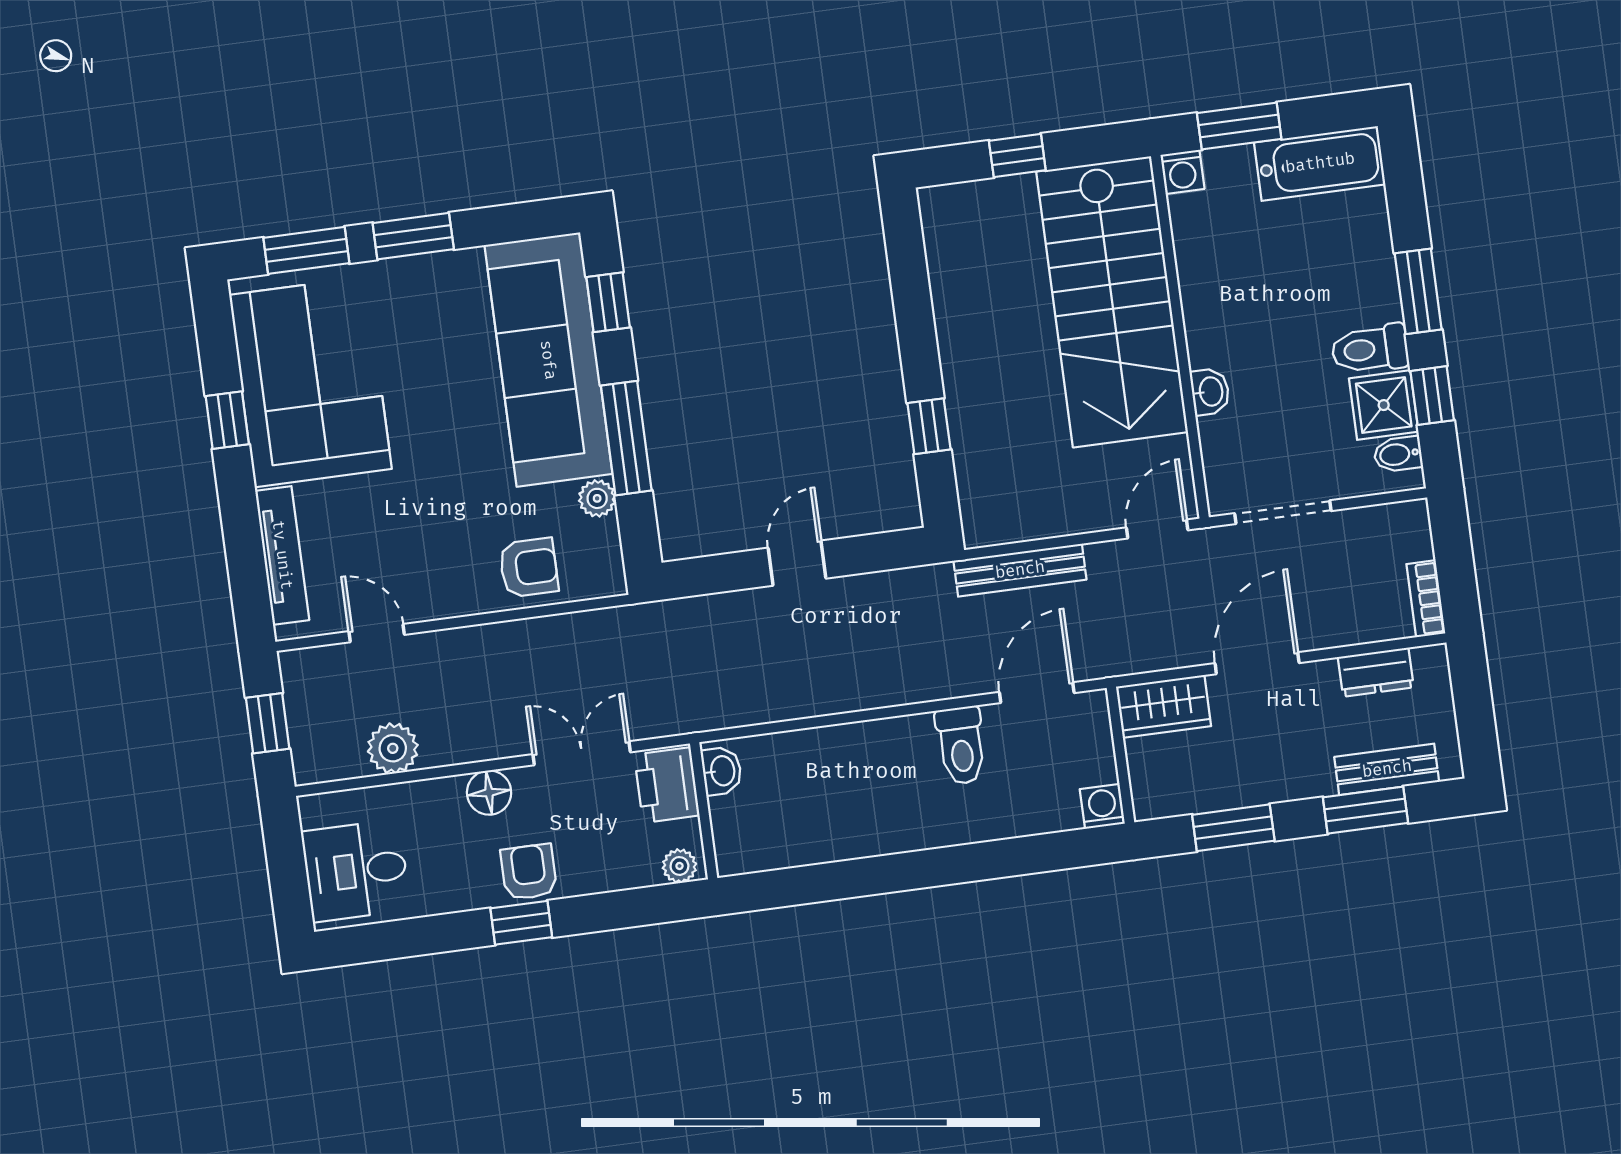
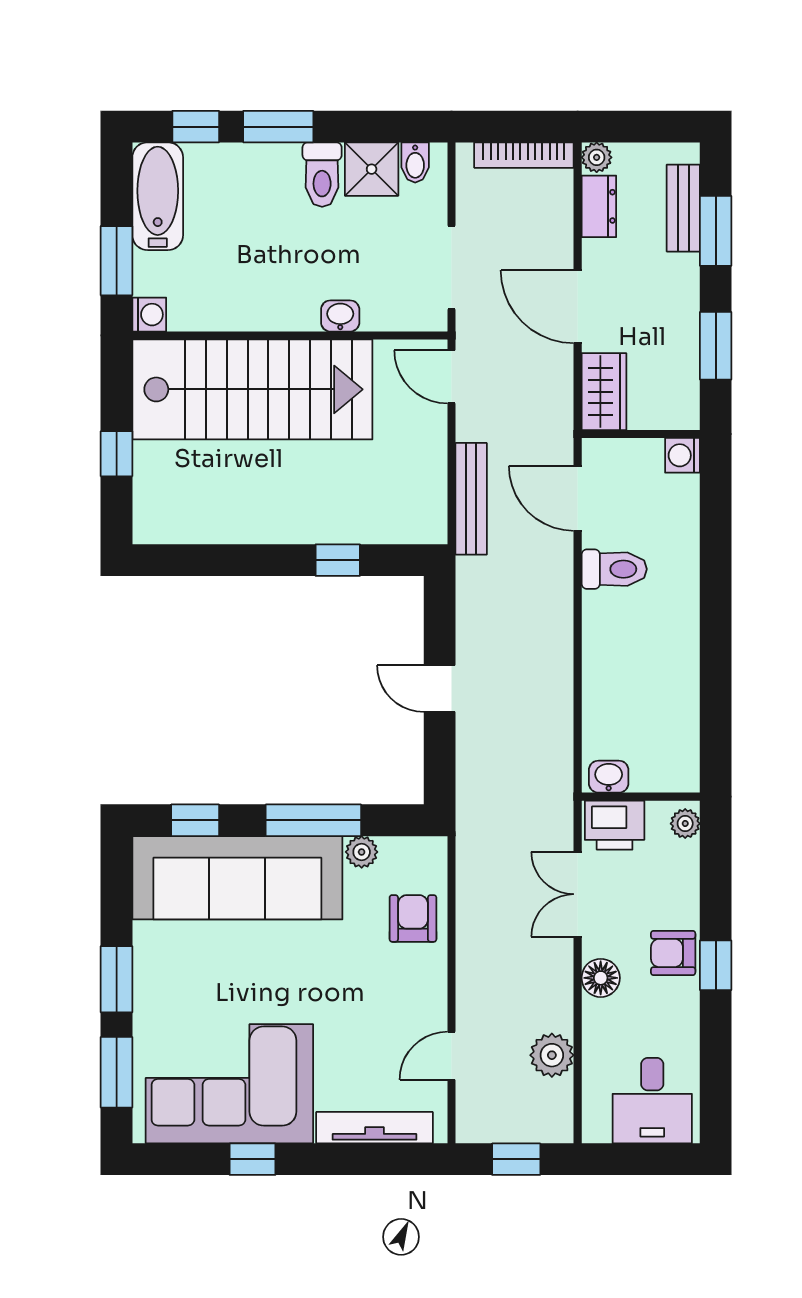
window: (1432, 396) -> (196, 127), moved
bookcase: (1426, 599) -> (524, 155), width x1.56
plant: (1432, 662) -> (597, 157), added

